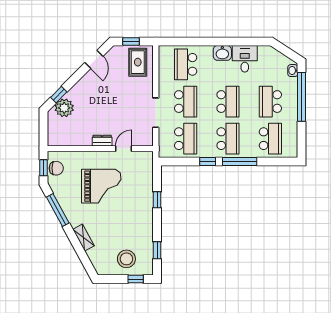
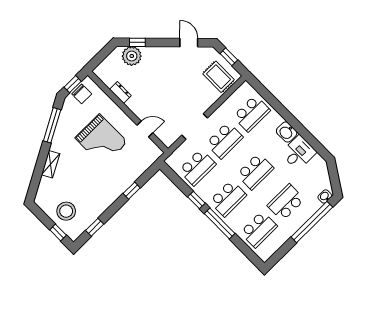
door: (94, 59) -> (189, 43), swing flipped
rug: (138, 62) -> (219, 77), turned 90
school desk: (186, 64) -> (252, 113), turned 180
dresser: (102, 141) -> (120, 92), moved

